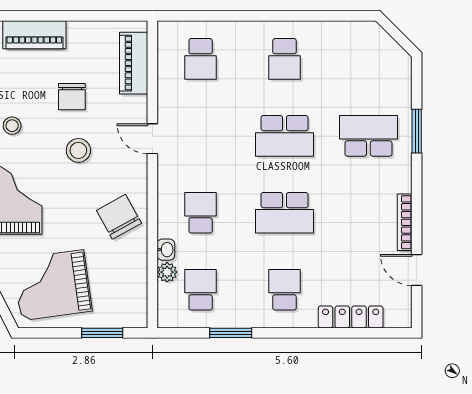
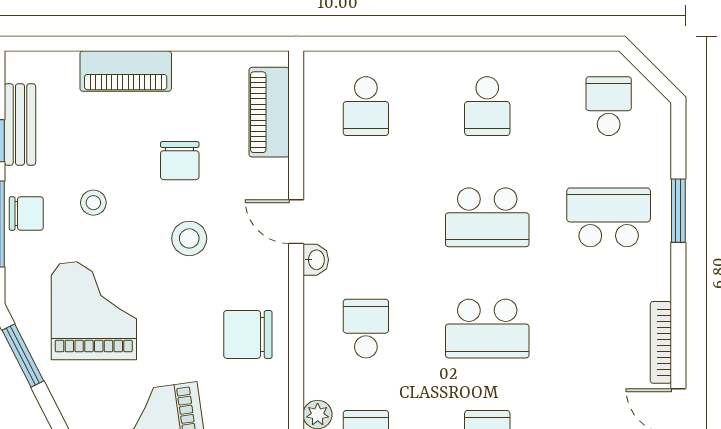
school desk: (368, 59) -> (609, 106), added
chair: (119, 217) -> (248, 334), turned -61
washbasin: (166, 250) -> (316, 260), moved

